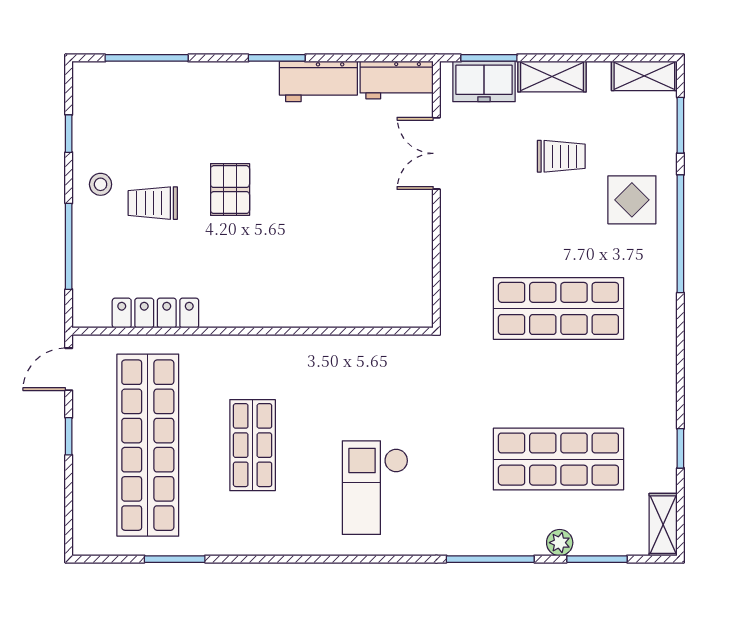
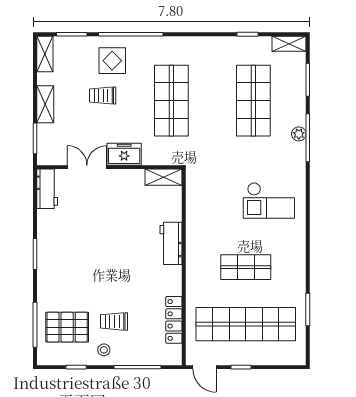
workbench: (318, 81) -> (171, 243), moved, turned 180
freezer: (484, 81) -> (124, 154), moved, turned -90
double door: (436, 153) -> (87, 167), swing flipped
trolley: (561, 156) -> (103, 95), moved, turned -90
pallet: (230, 190) -> (67, 327), moved, width x1.50, depth x1.42
trolley: (153, 203) -> (114, 321), turned 90
shelving: (418, 294) -> (164, 177), added
plant: (560, 543) -> (299, 134), moved

